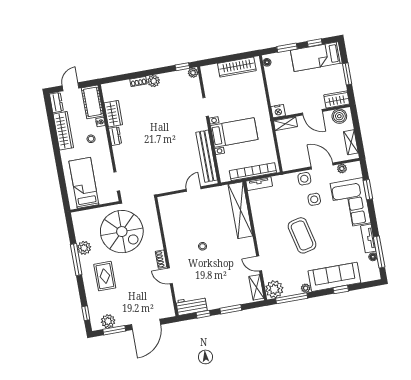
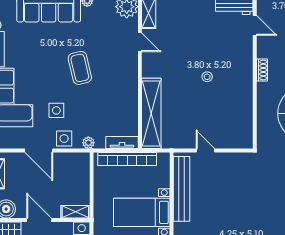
plant: (342, 169) -> (88, 143), moved
door: (194, 189) -> (205, 151), swing flipped
coffee table: (302, 235) -> (80, 68), width x0.73, depth x0.76
door: (170, 276) -> (255, 25), moved

